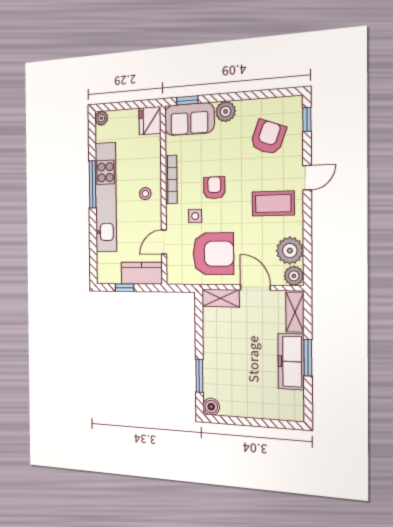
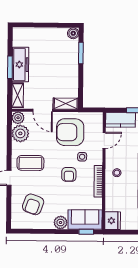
window: (307, 120) -> (9, 213), removed

